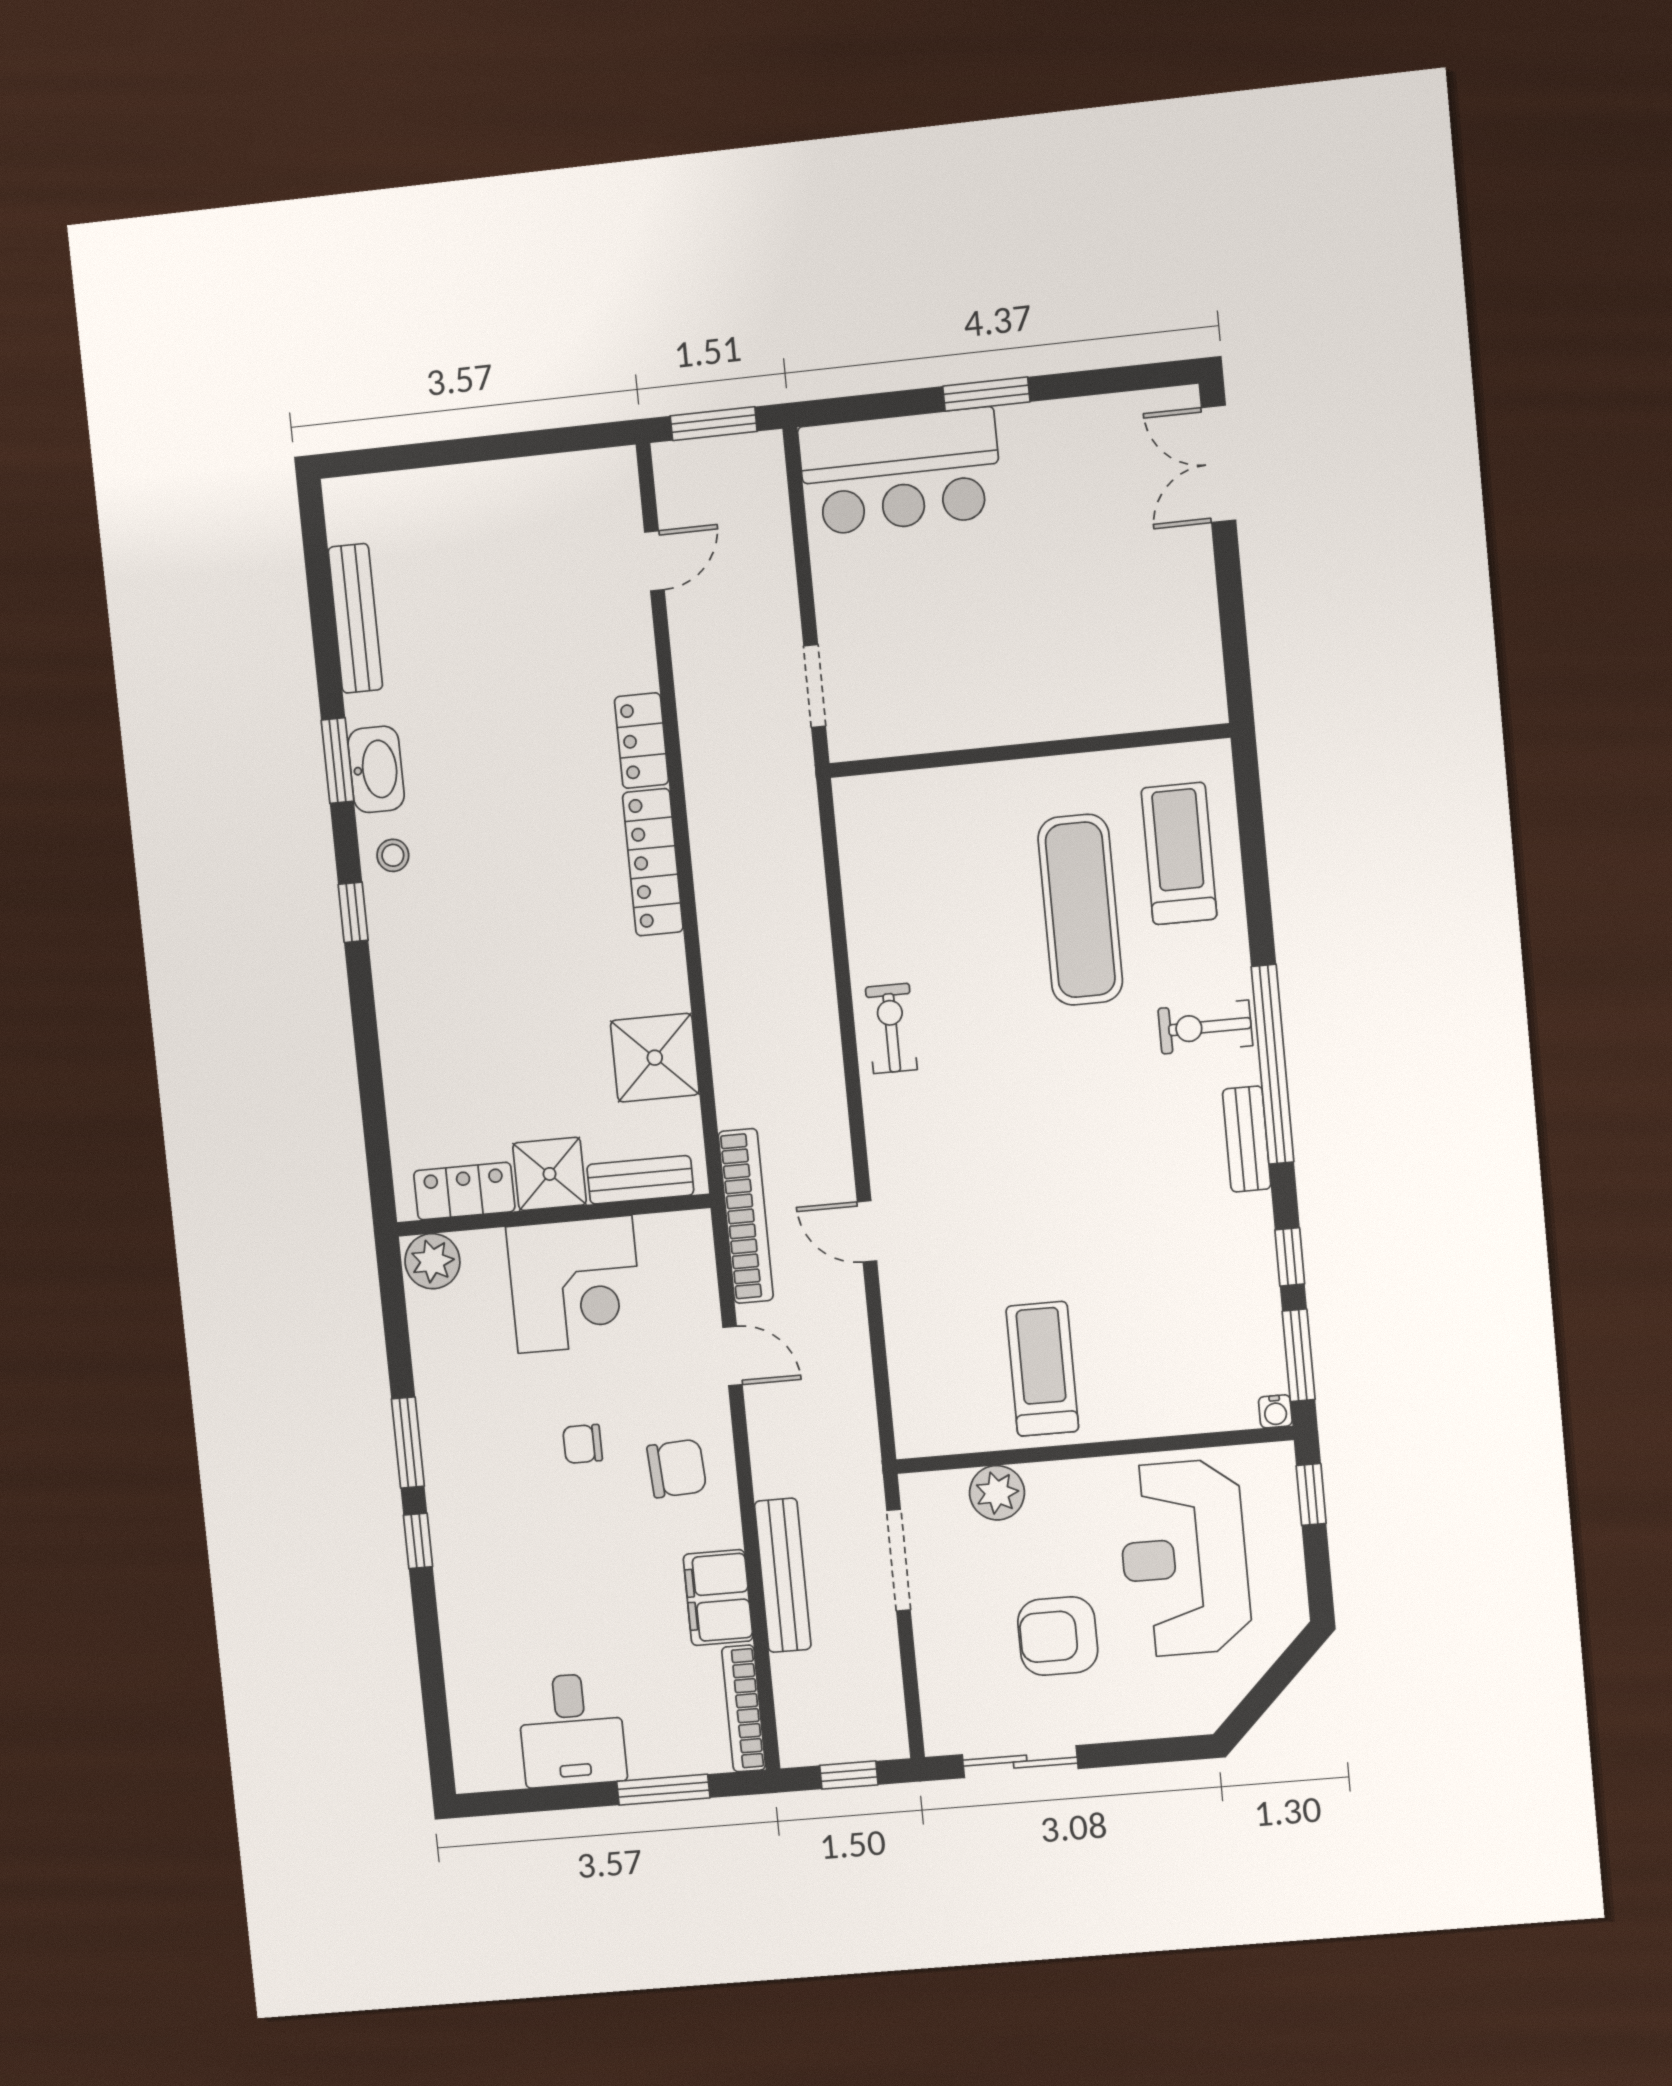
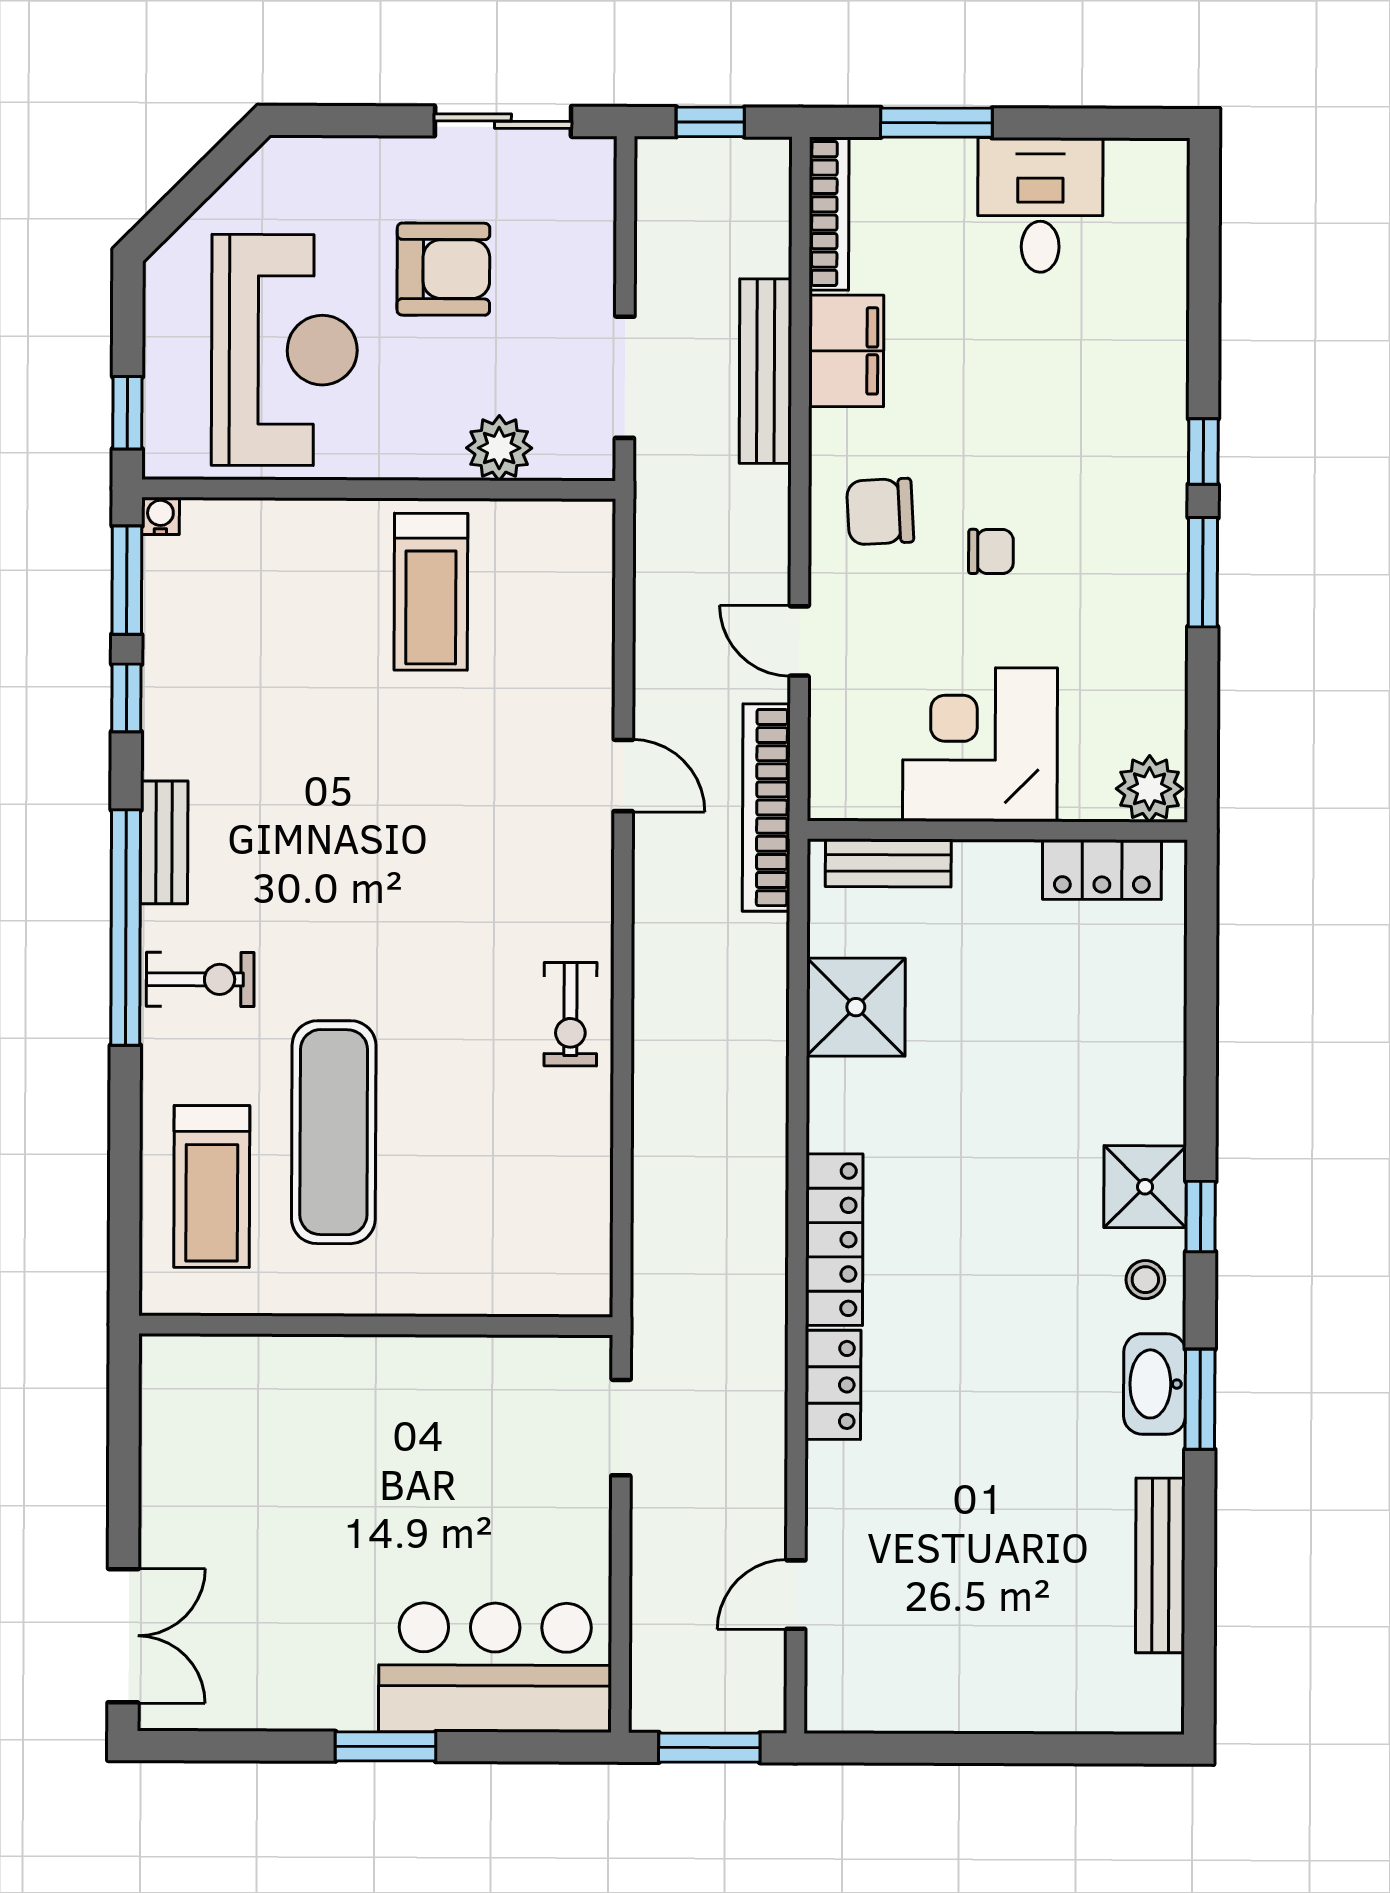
shower: (550, 1174) -> (1145, 1187), moved

